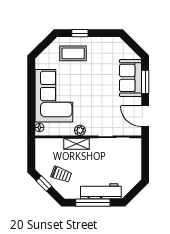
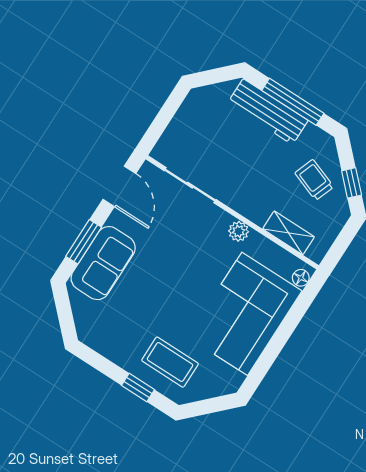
shelving: (77, 144) -> (289, 233), moved

